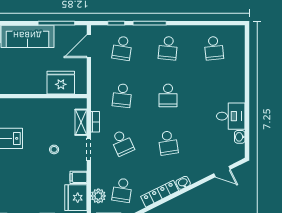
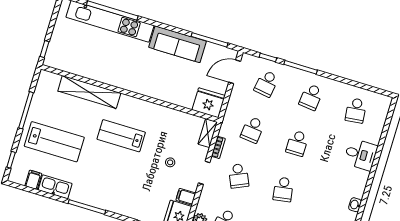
fridge: (61, 83) -> (209, 103), moved
desk: (231, 116) -> (361, 154), moved
shelving: (81, 122) -> (208, 133), moved

